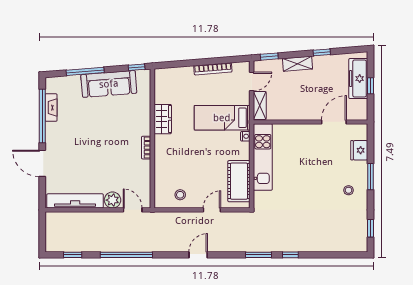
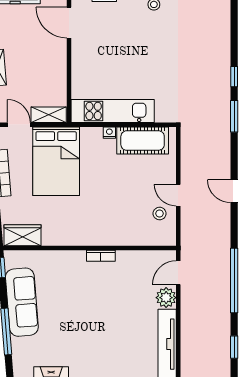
bed: (222, 118) -> (56, 161), width x1.50
wardrobe: (163, 119) -> (23, 235), moved
nightstand: (245, 136) -> (109, 133), moved
door: (212, 210) -> (178, 195), moved

